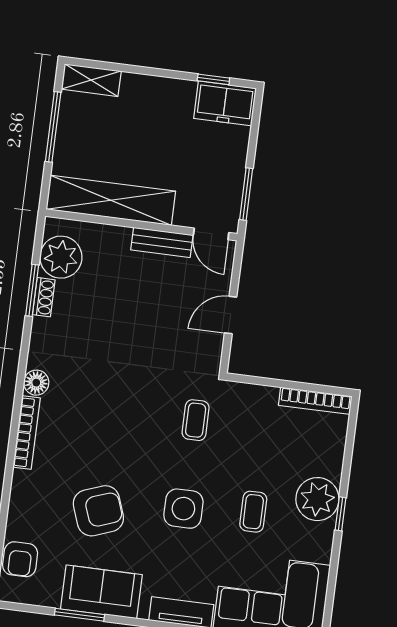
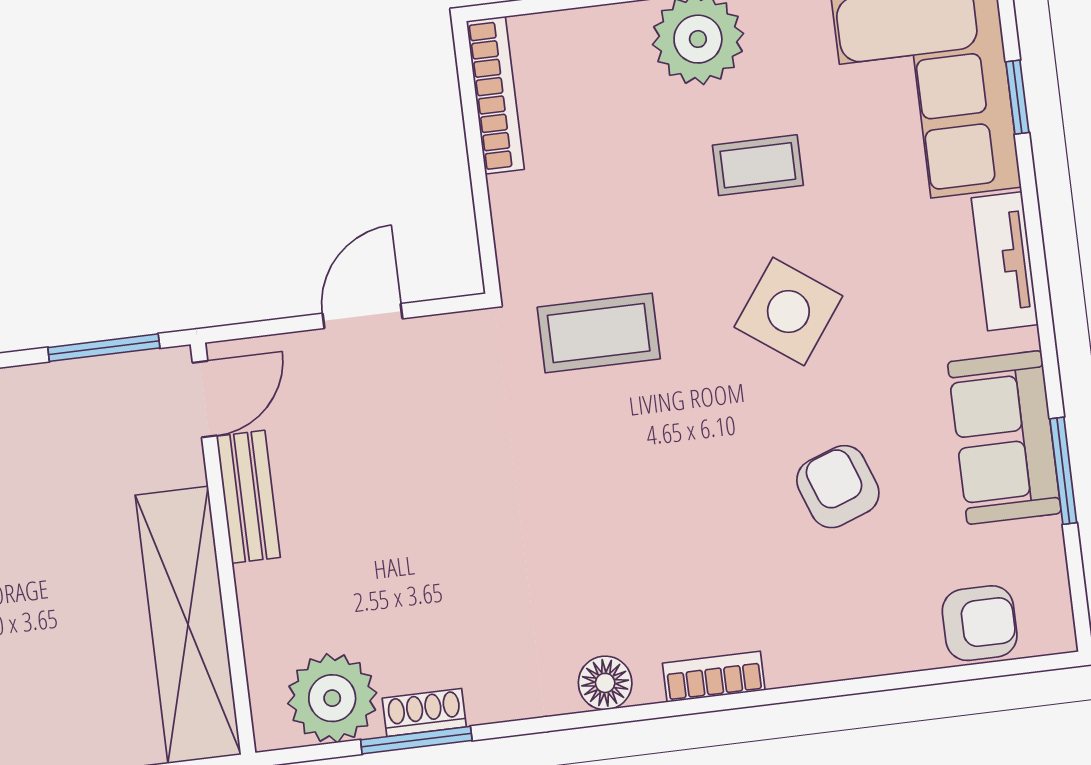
door: (231, 315) -> (362, 316), swing flipped
coffee table: (196, 420) -> (599, 333), width x1.36, depth x1.30
bookcase: (27, 433) -> (714, 677), width x0.64
side table: (183, 509) -> (788, 311), turned 36
armchair: (98, 511) -> (838, 487), width x0.72, depth x0.72

